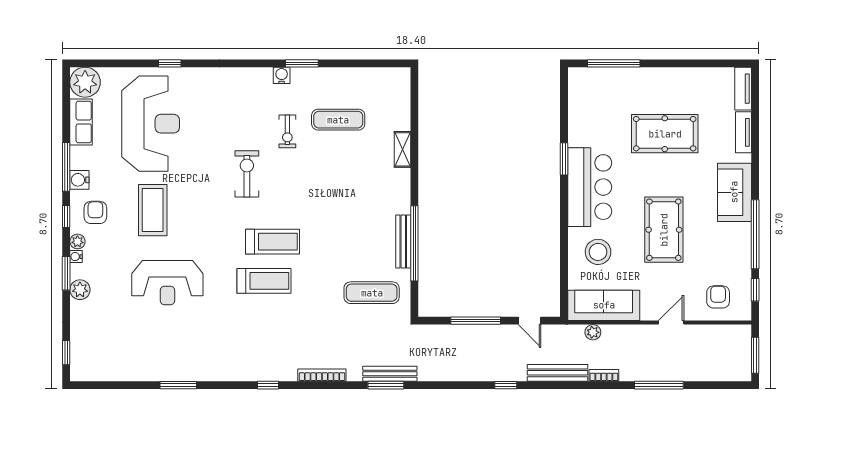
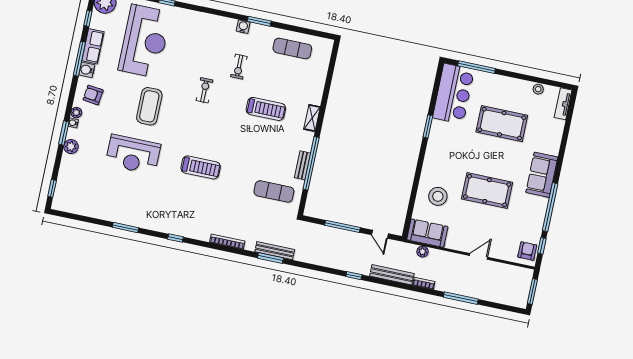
stool: (705, 76) -> (538, 89), added
exercise mat: (338, 120) -> (292, 48), moved
row of seats: (81, 122) -> (93, 46), moved
tv unit: (743, 132) -> (557, 134), removed
shelving: (403, 149) -> (312, 118), moved
exercise bike: (247, 174) -> (204, 90), width x0.73, depth x0.72
bar counter: (590, 187) -> (453, 94), moved
coffee table: (153, 210) -> (149, 106), moved
armchair: (95, 212) -> (93, 95), turned -83
window: (66, 216) -> (88, 18), moved
pool table: (664, 230) -> (487, 191), turned 90
bench: (403, 241) -> (303, 165), width x0.73
treadmill: (273, 242) -> (266, 109), moved
armchair: (718, 297) -> (527, 251), moved
sofa: (604, 305) -> (427, 233), width x0.73
window: (268, 385) -> (175, 238), moved

